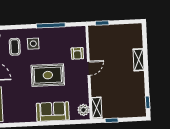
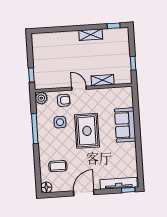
side table: (33, 44) -> (60, 122), moved
shelving: (139, 60) -> (91, 35), moved
shelving: (97, 108) -> (103, 80), moved
plant: (83, 110) -> (41, 98), moved

